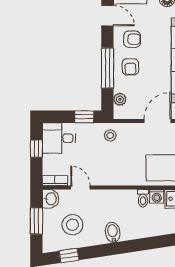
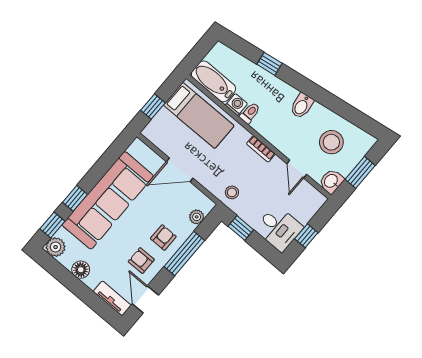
bookcase: (55, 181) -> (261, 149), moved
window: (69, 255) -> (269, 64), moved

